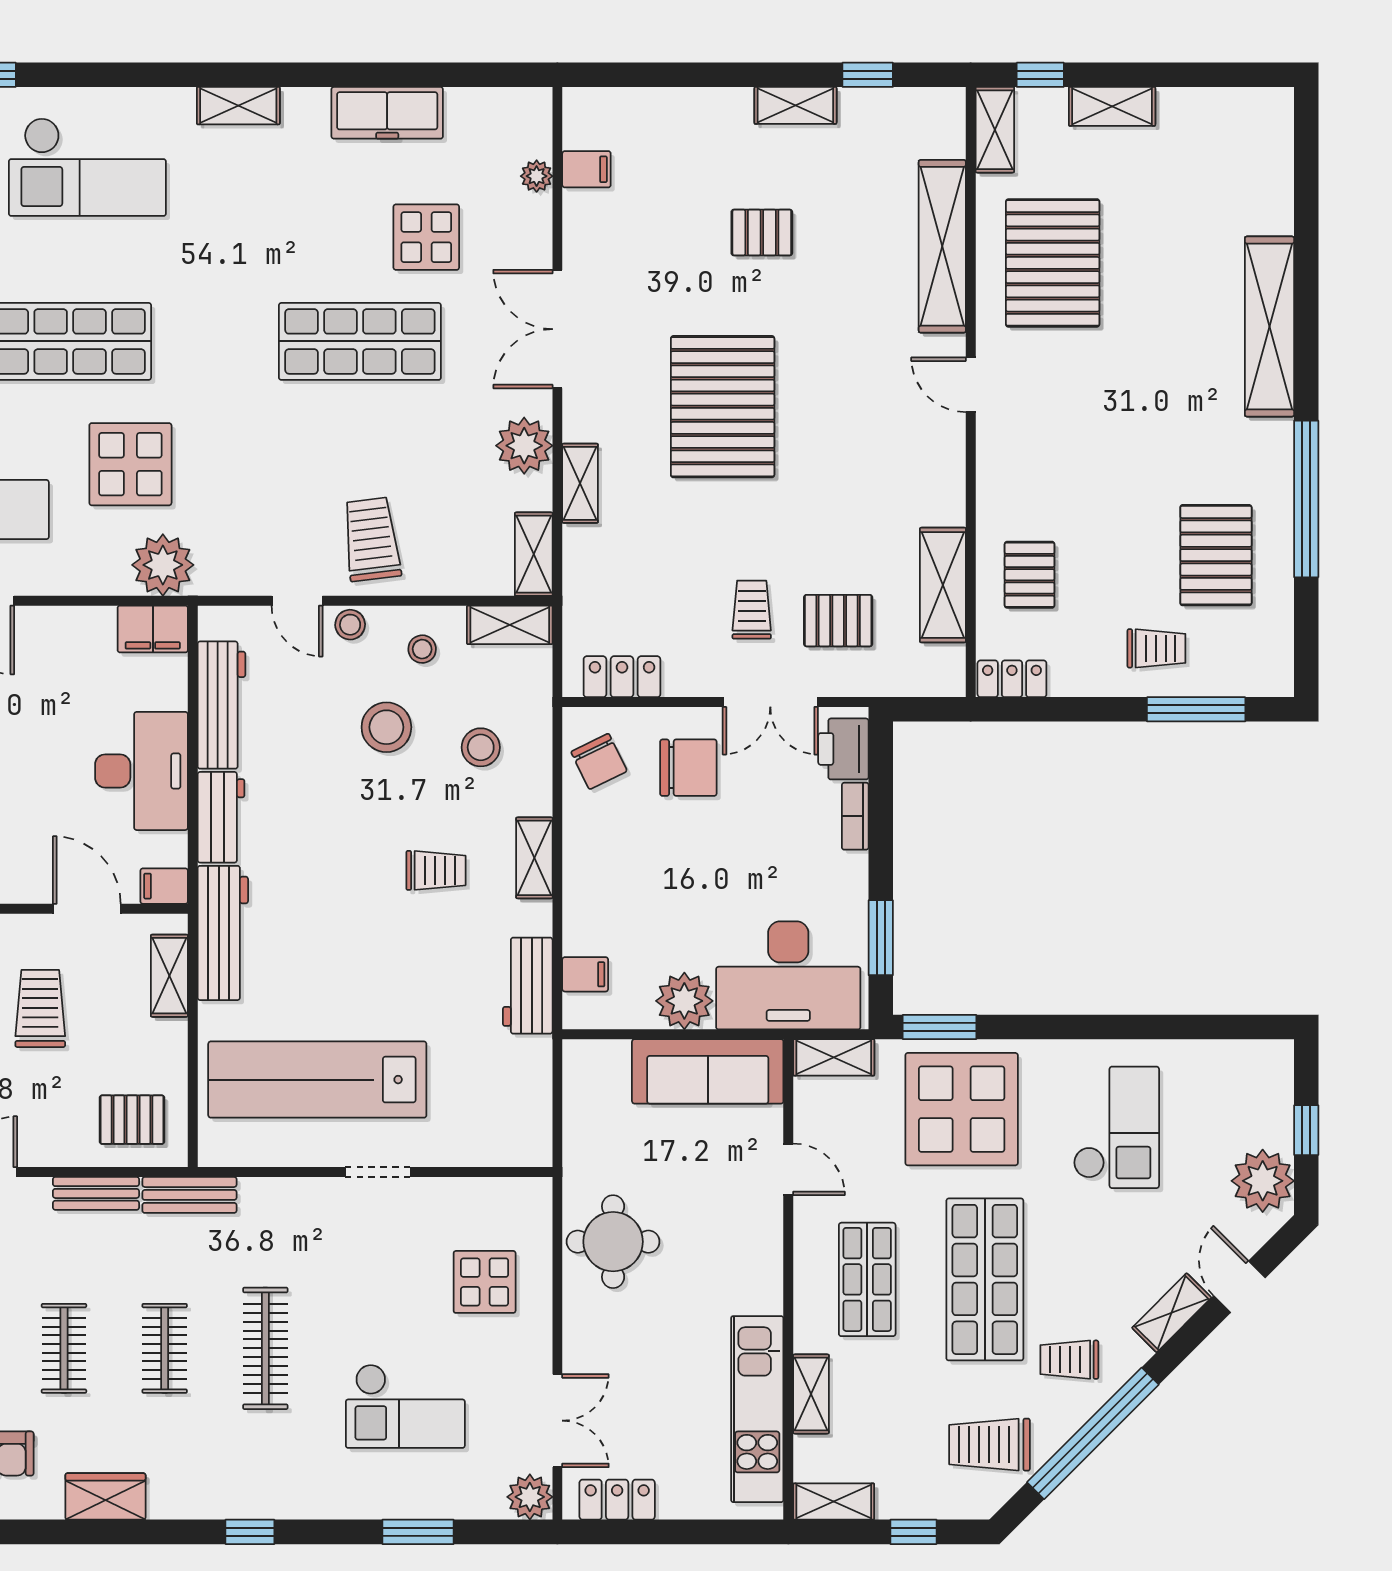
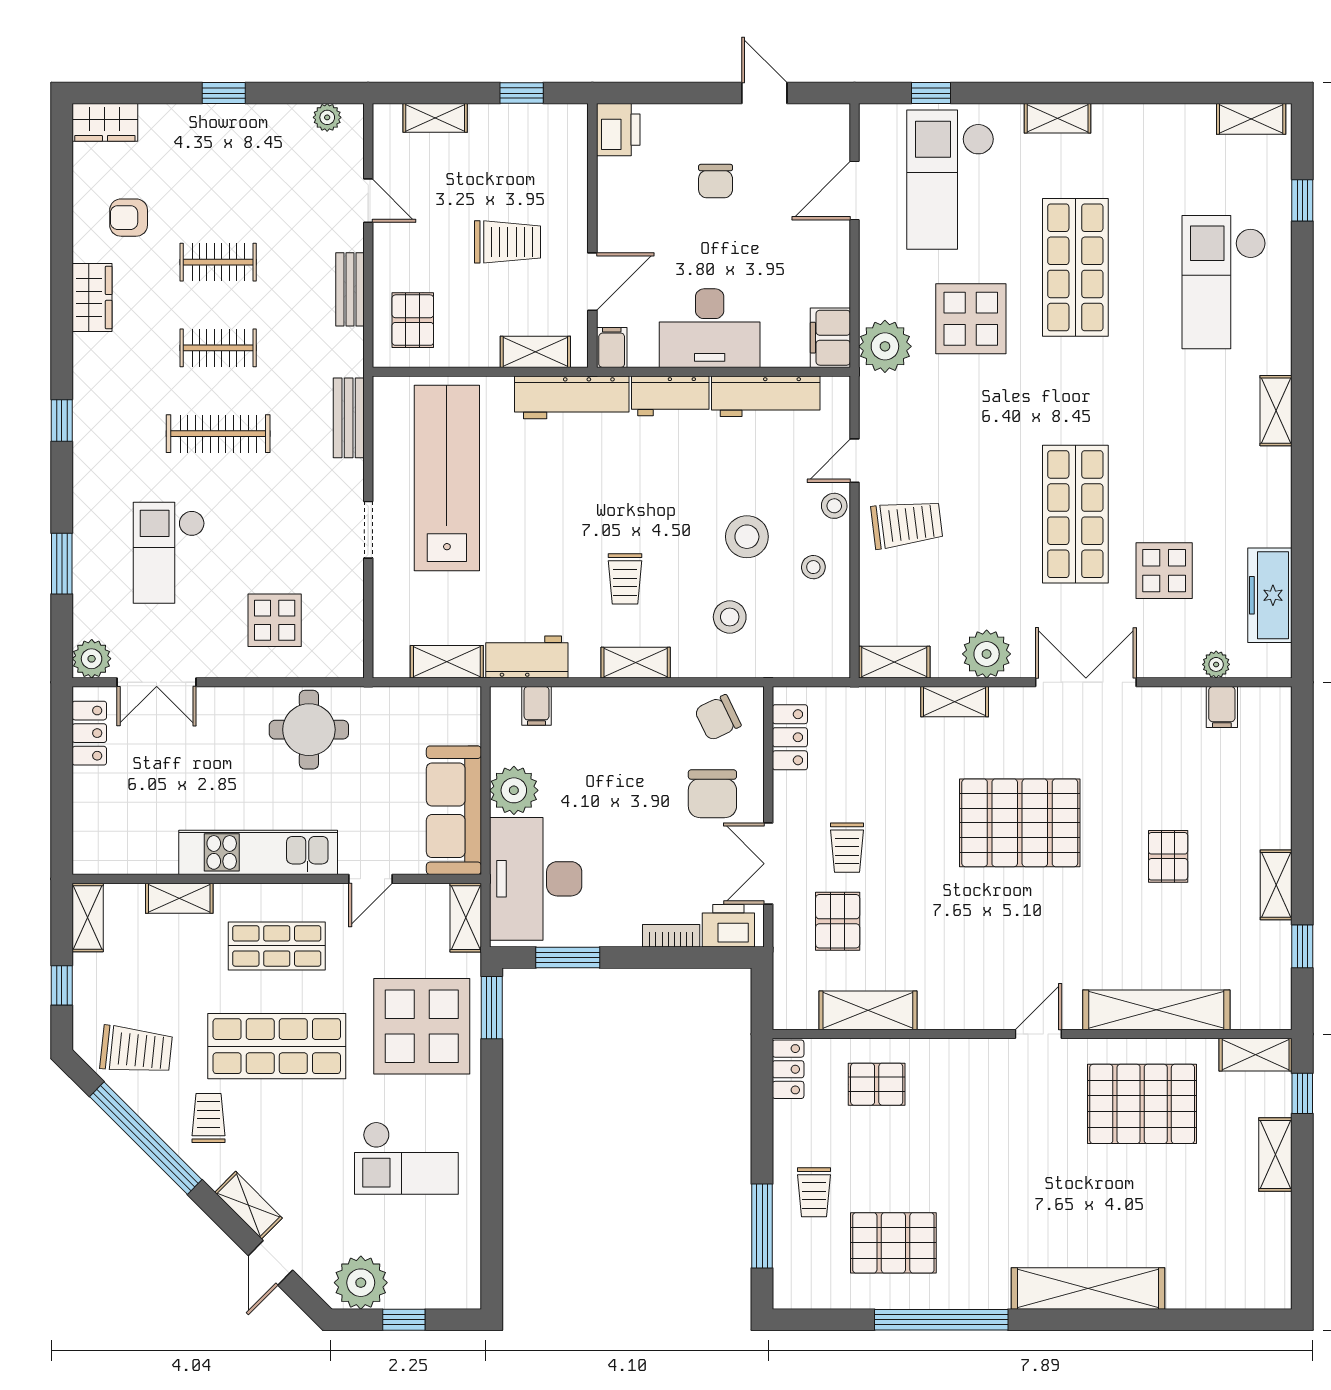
freezer: (387, 113) -> (1270, 595), moved
trolley: (752, 610) -> (847, 848), turned 90
shelving: (510, 625) -> (447, 662), moved, turned 90
bench: (189, 1195) -> (349, 418), moved
door: (1239, 1287) -> (271, 1263), swing flipped
kitchen unit: (757, 1409) -> (258, 852), moved
trolley: (990, 1445) -> (136, 1050), turned 96

